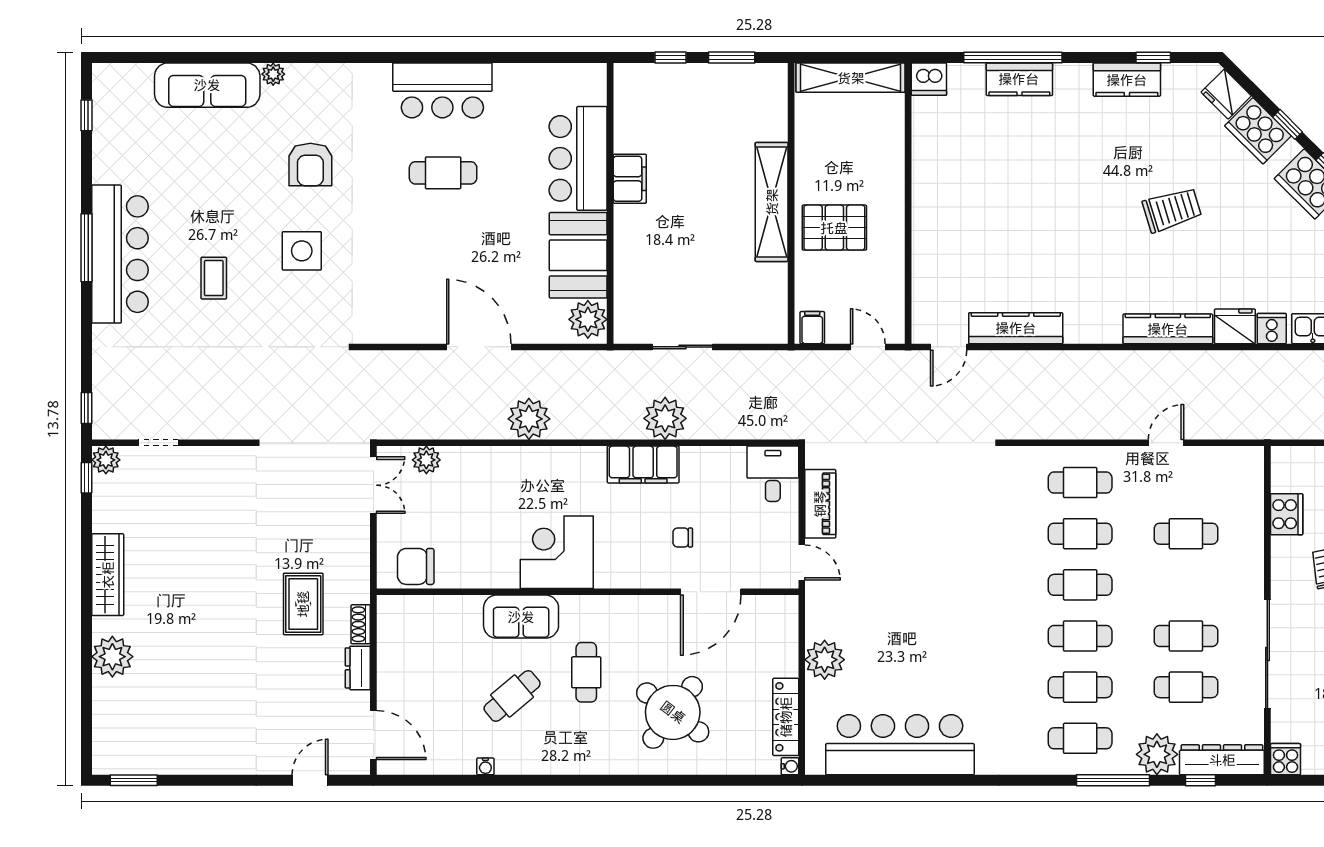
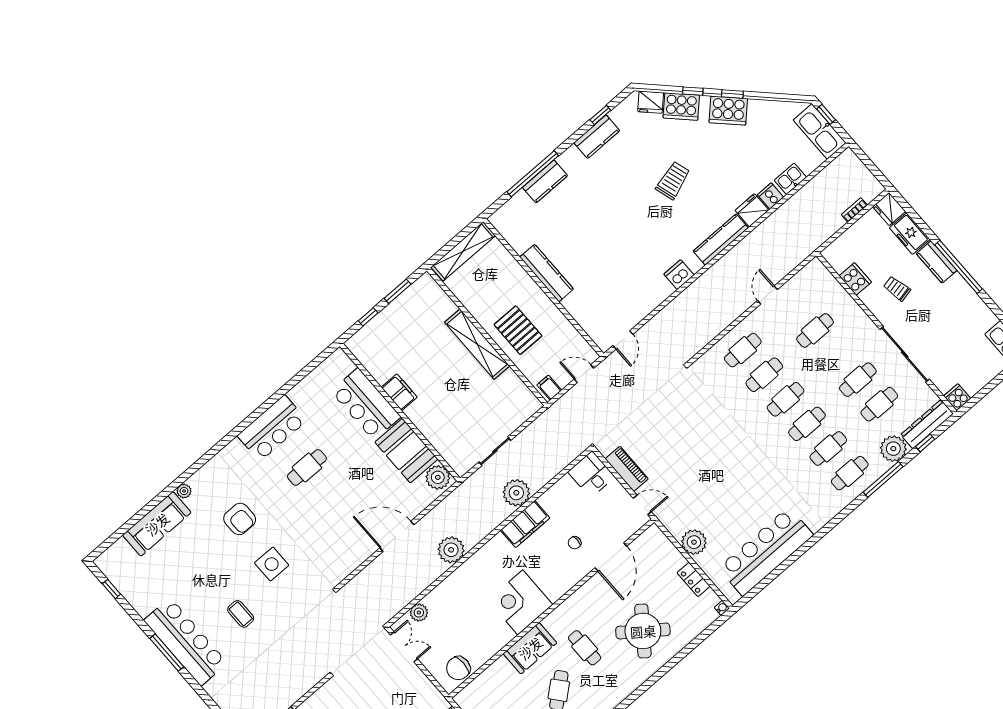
dishwasher: (929, 79) -> (679, 275), moved, turned 180
pallet: (834, 228) -> (518, 330), turned 90
kitchen counter: (1016, 328) -> (547, 273), moved, turned 90
locker: (786, 717) -> (694, 579), width x0.66

